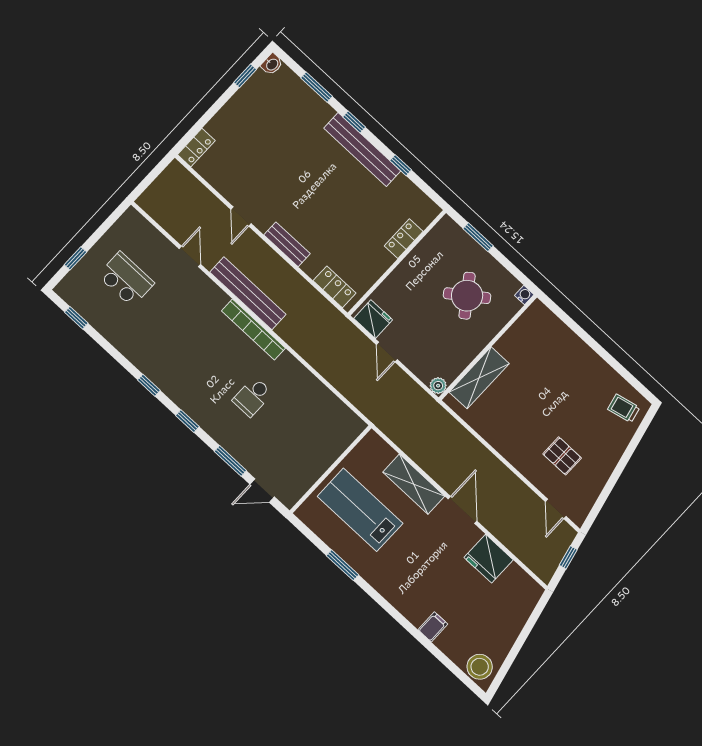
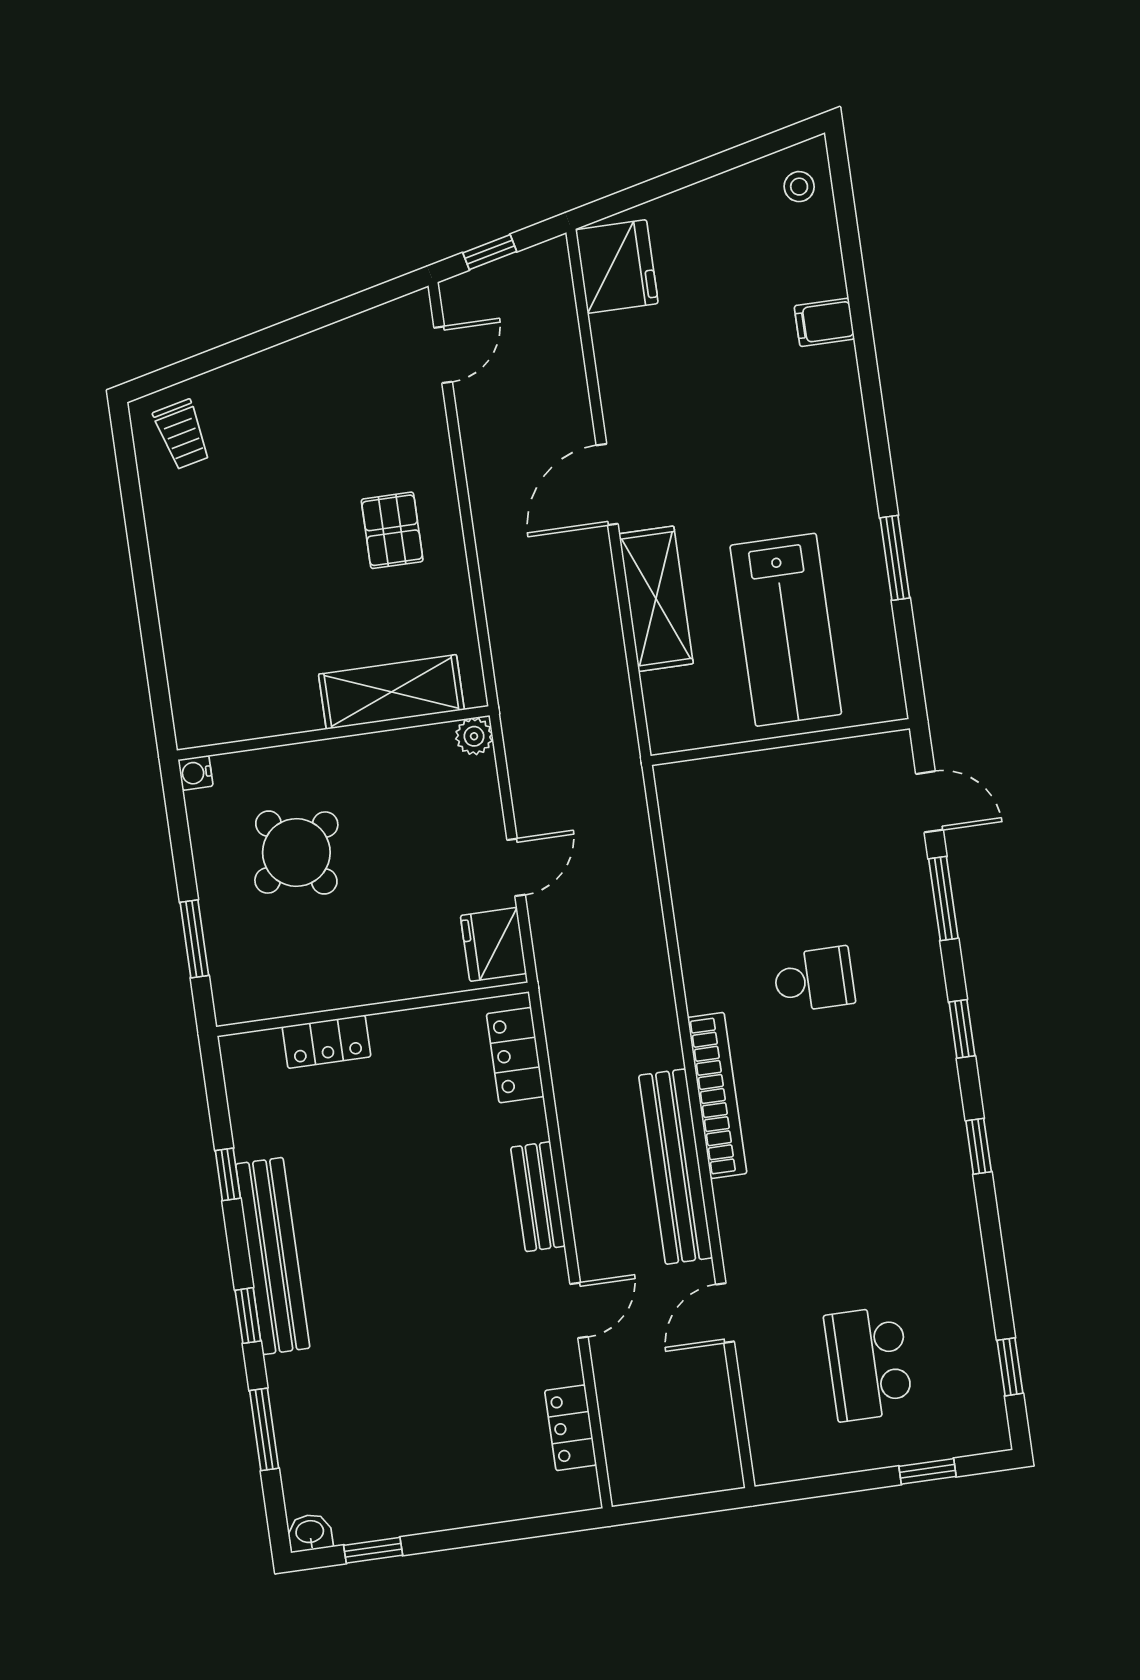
locker: (196, 148) -> (571, 1428), moved, turned -90
pallet: (562, 456) -> (392, 530), moved
fridge: (489, 559) -> (617, 267), moved
stool: (480, 667) -> (799, 187), width x0.53, depth x0.53

